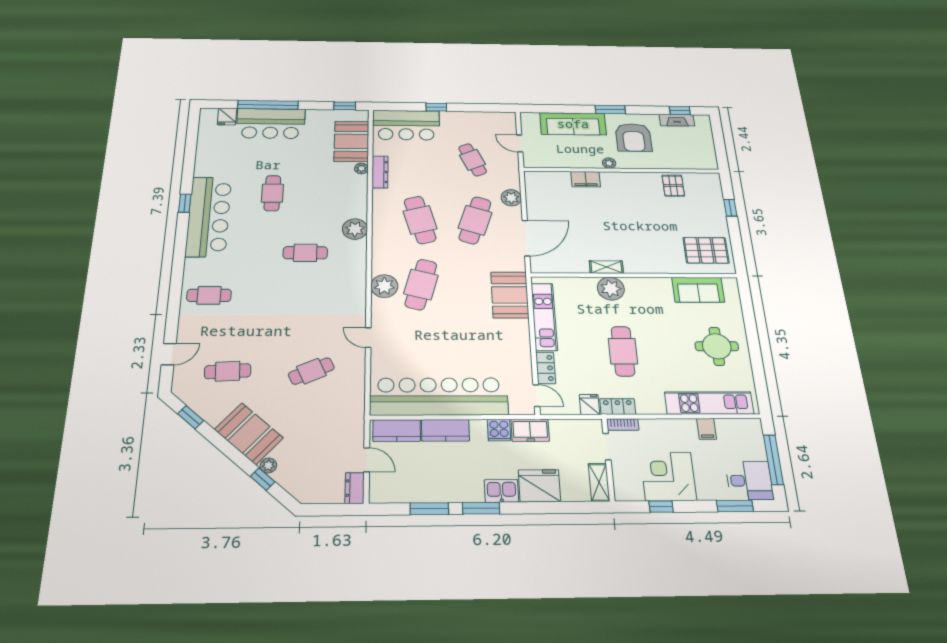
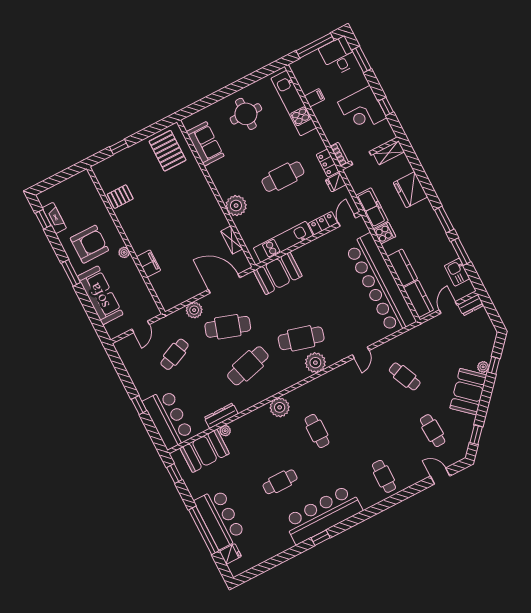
shelving: (606, 267) -> (232, 240), moved
freezer: (530, 430) -> (372, 208), width x1.40
kitchen sink: (501, 491) -> (457, 272), moved

